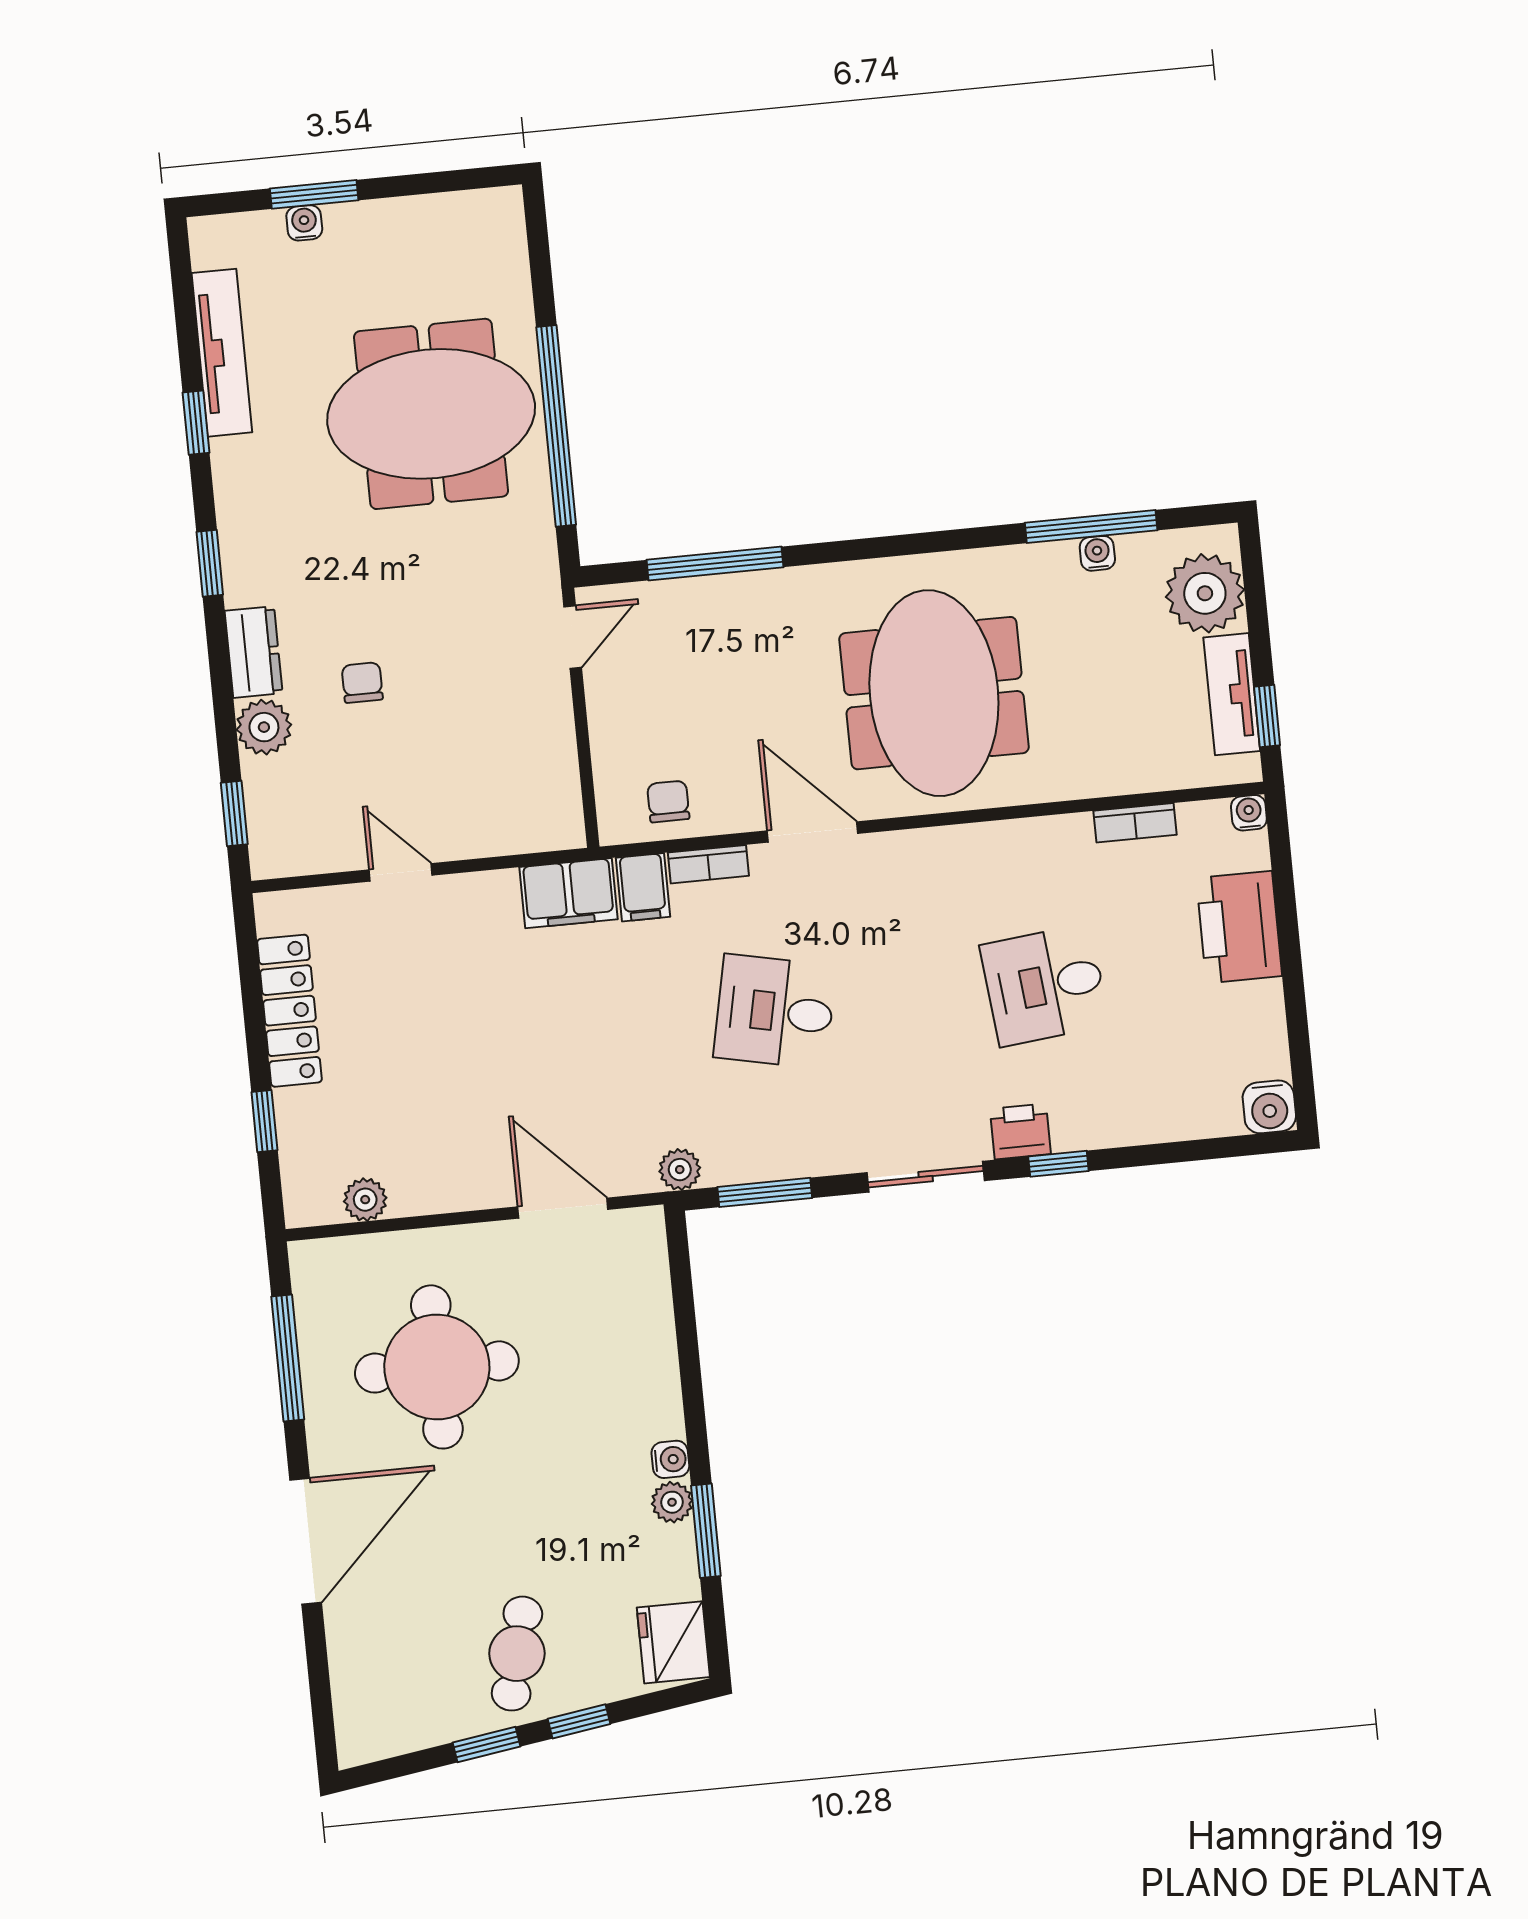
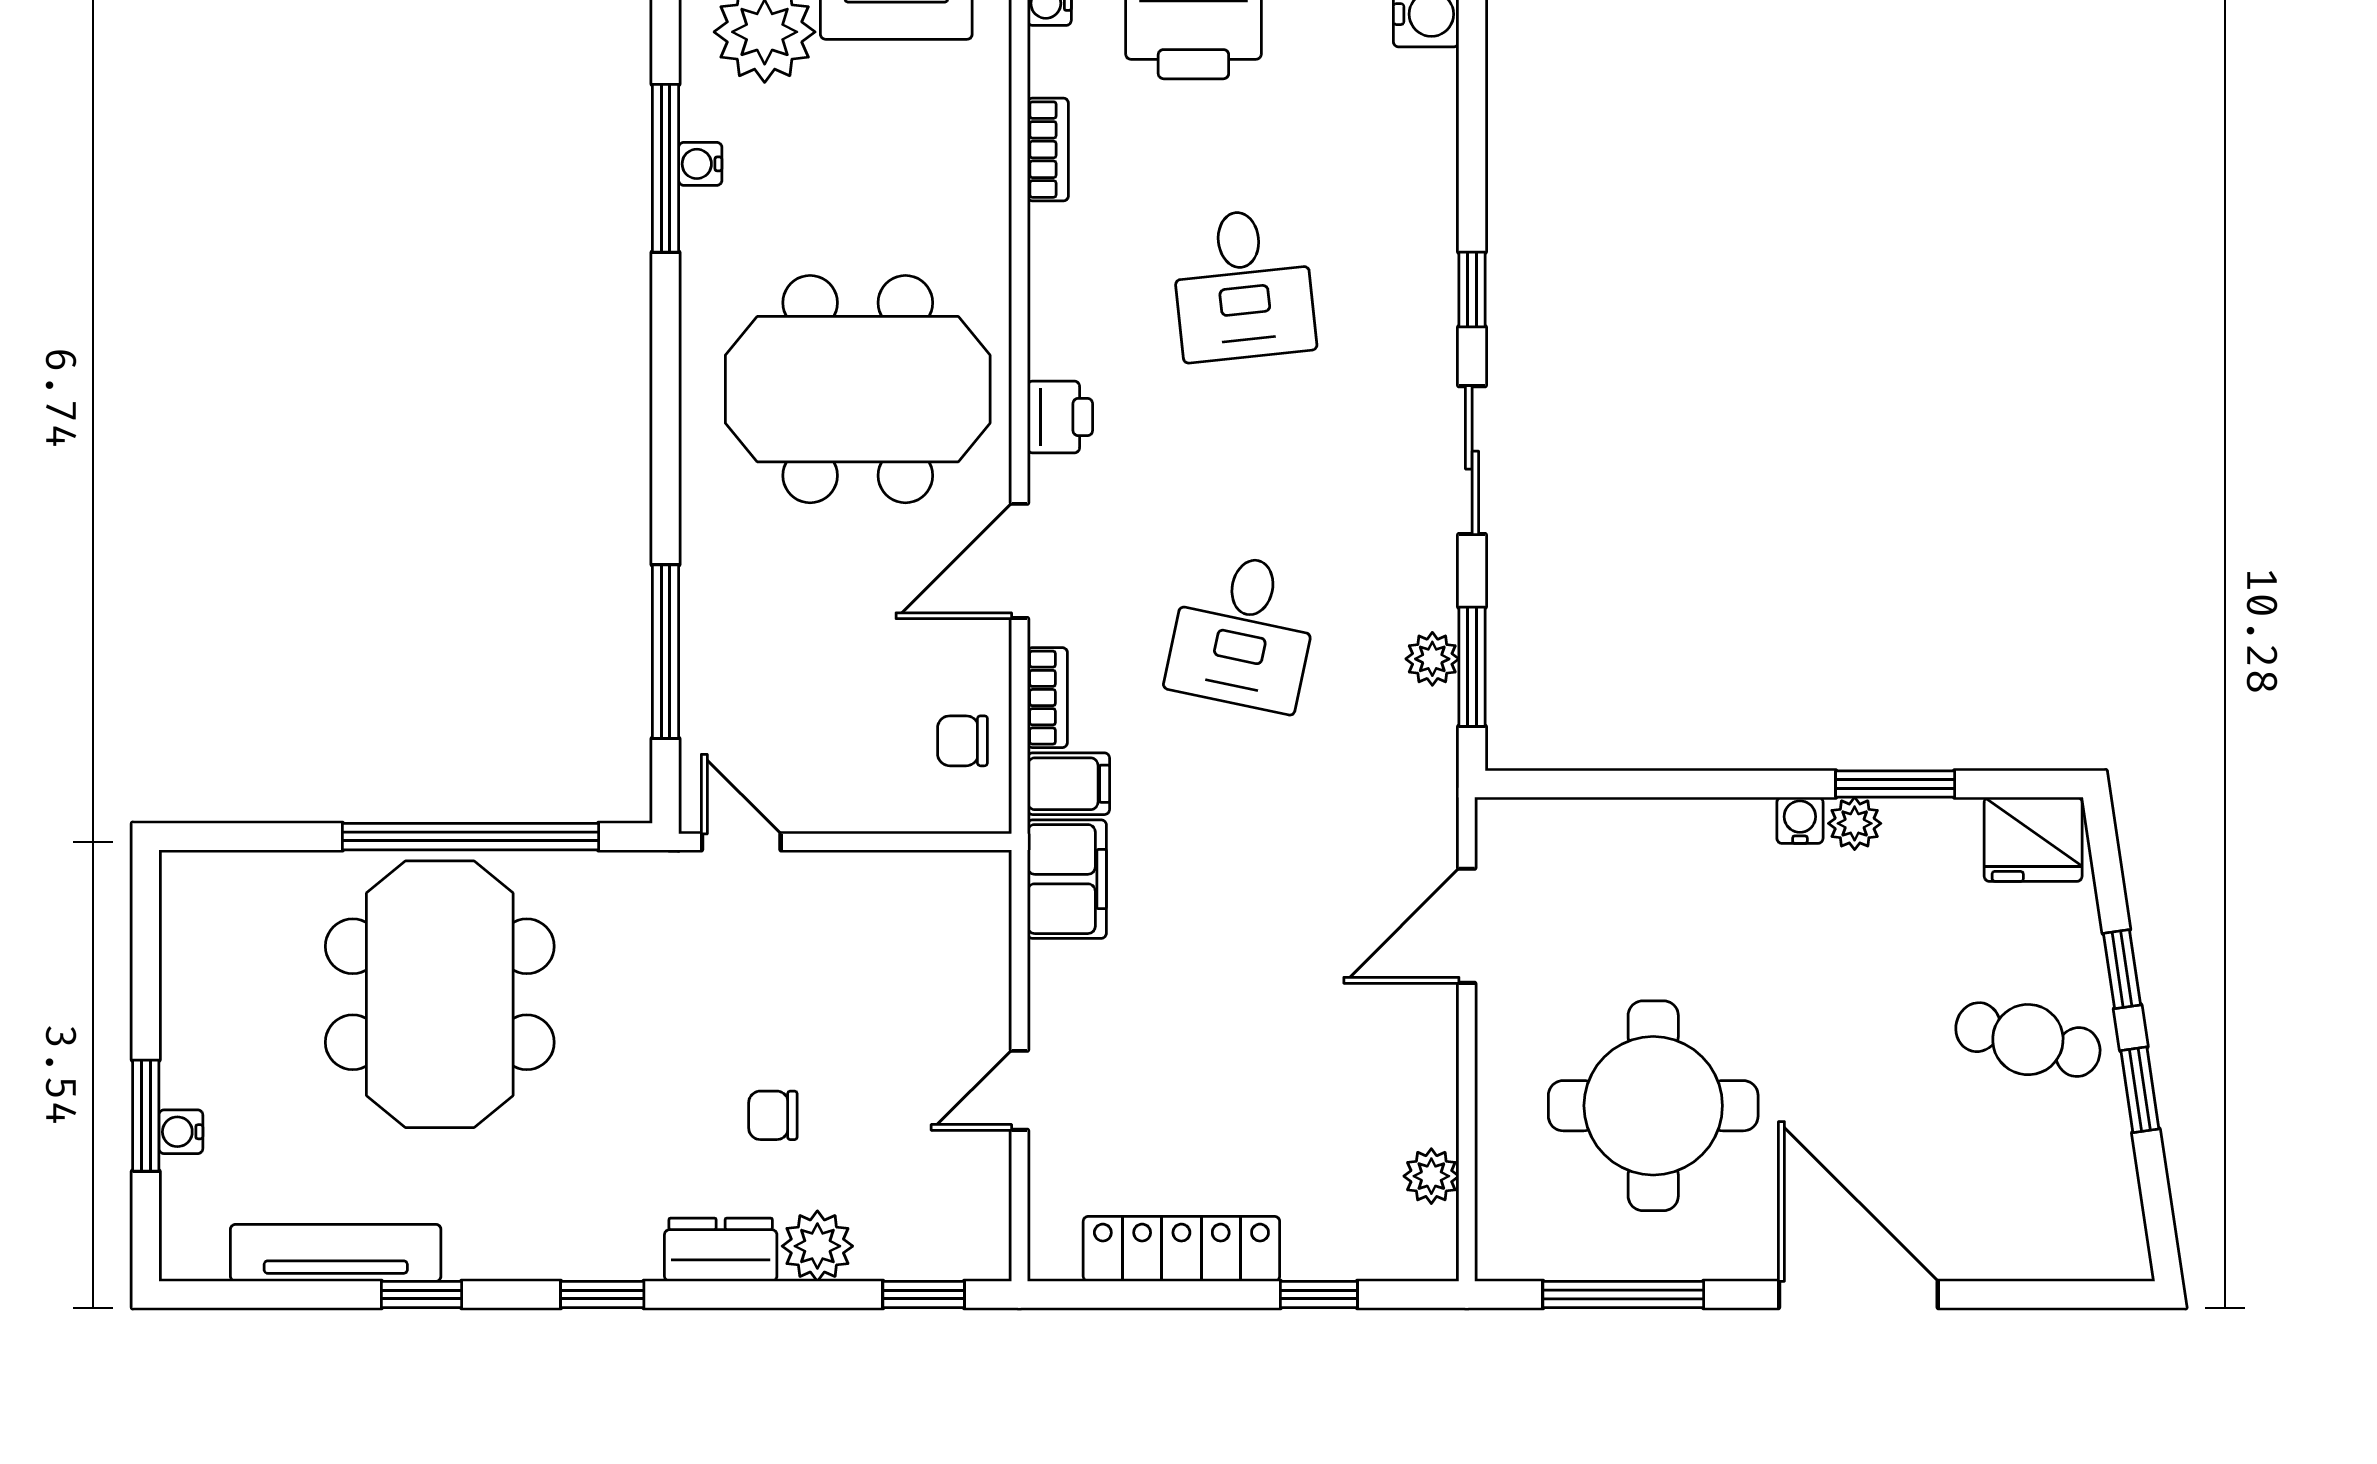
printer: (1020, 1131) -> (1060, 417), moved, turned 180
plant: (680, 1170) -> (1432, 659), moved

